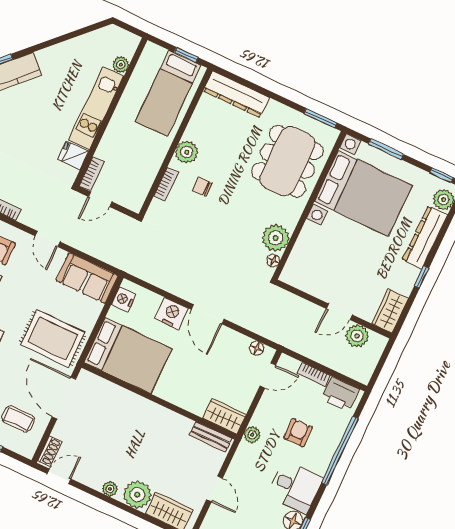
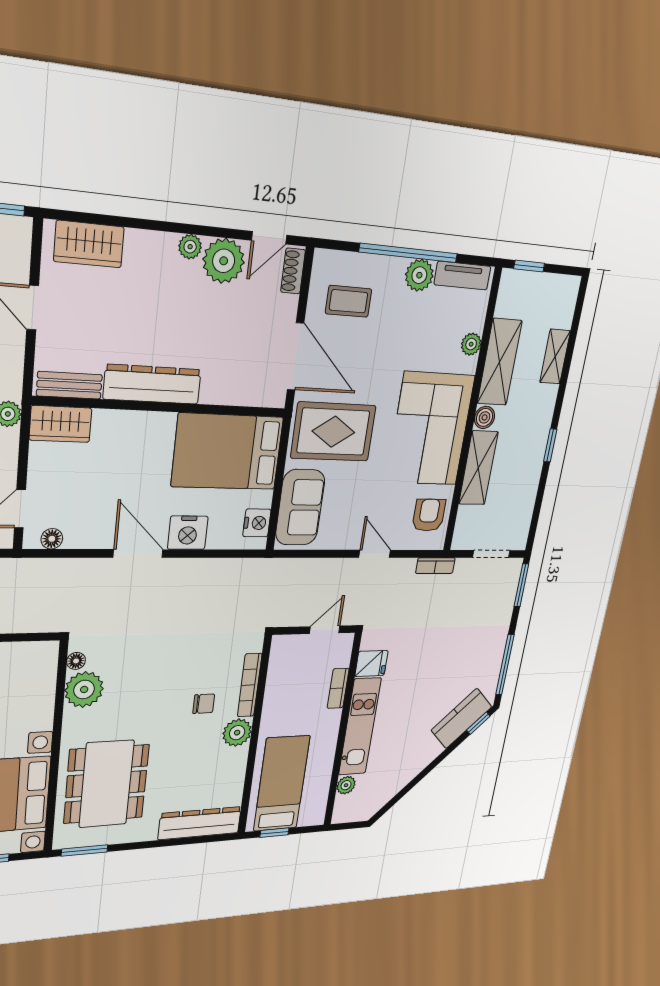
bookcase: (92, 174) -> (338, 688), moved
bookcase: (166, 184) -> (250, 685), width x1.56
sofa: (87, 278) -> (300, 507), moved, turned 90
dresser: (161, 417) -> (152, 384), added
plant: (137, 495) -> (224, 261), moved

